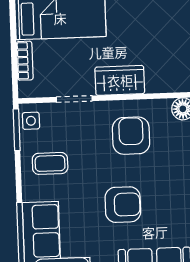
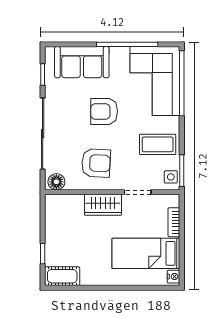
armchair: (131, 136) -> (96, 163), turned -87
coffee table: (50, 163) -> (158, 144), width x1.36, depth x1.30

